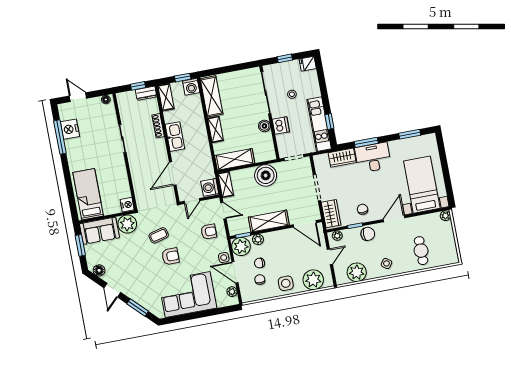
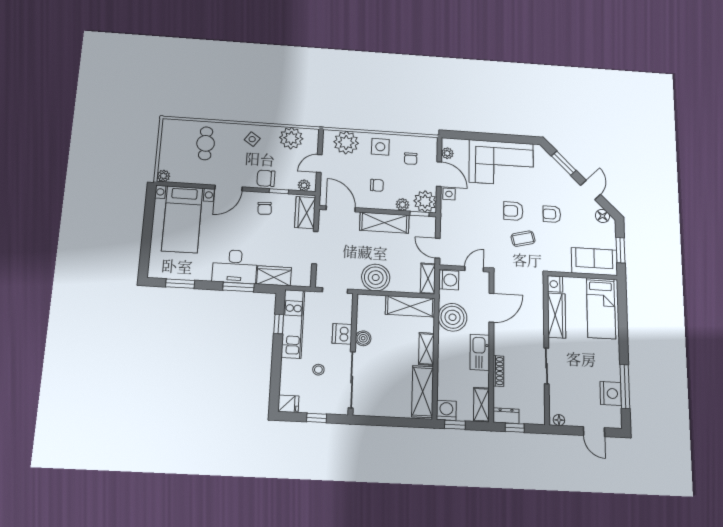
boiler: (201, 159) -> (453, 317), added
wardrobe: (122, 180) -> (557, 315), added
plant: (127, 224) -> (559, 261), removed
armchair: (209, 232) -> (552, 214), moved
chair: (260, 263) -> (377, 185), moved

